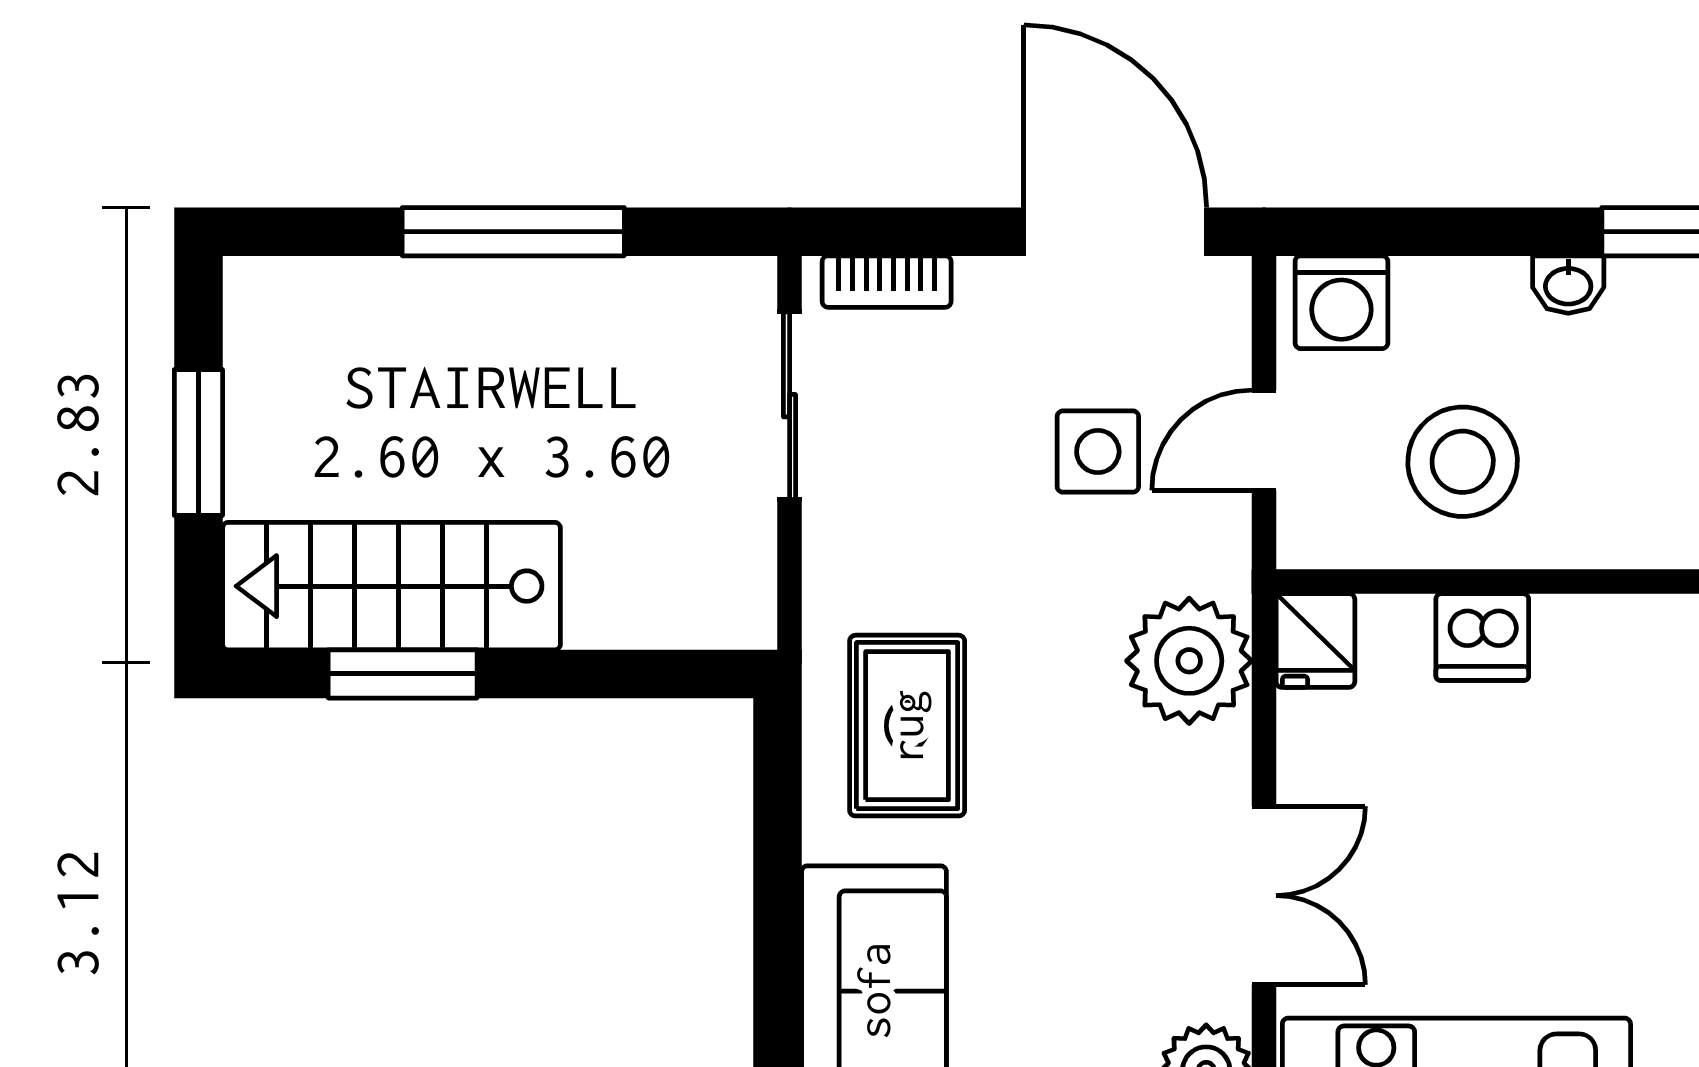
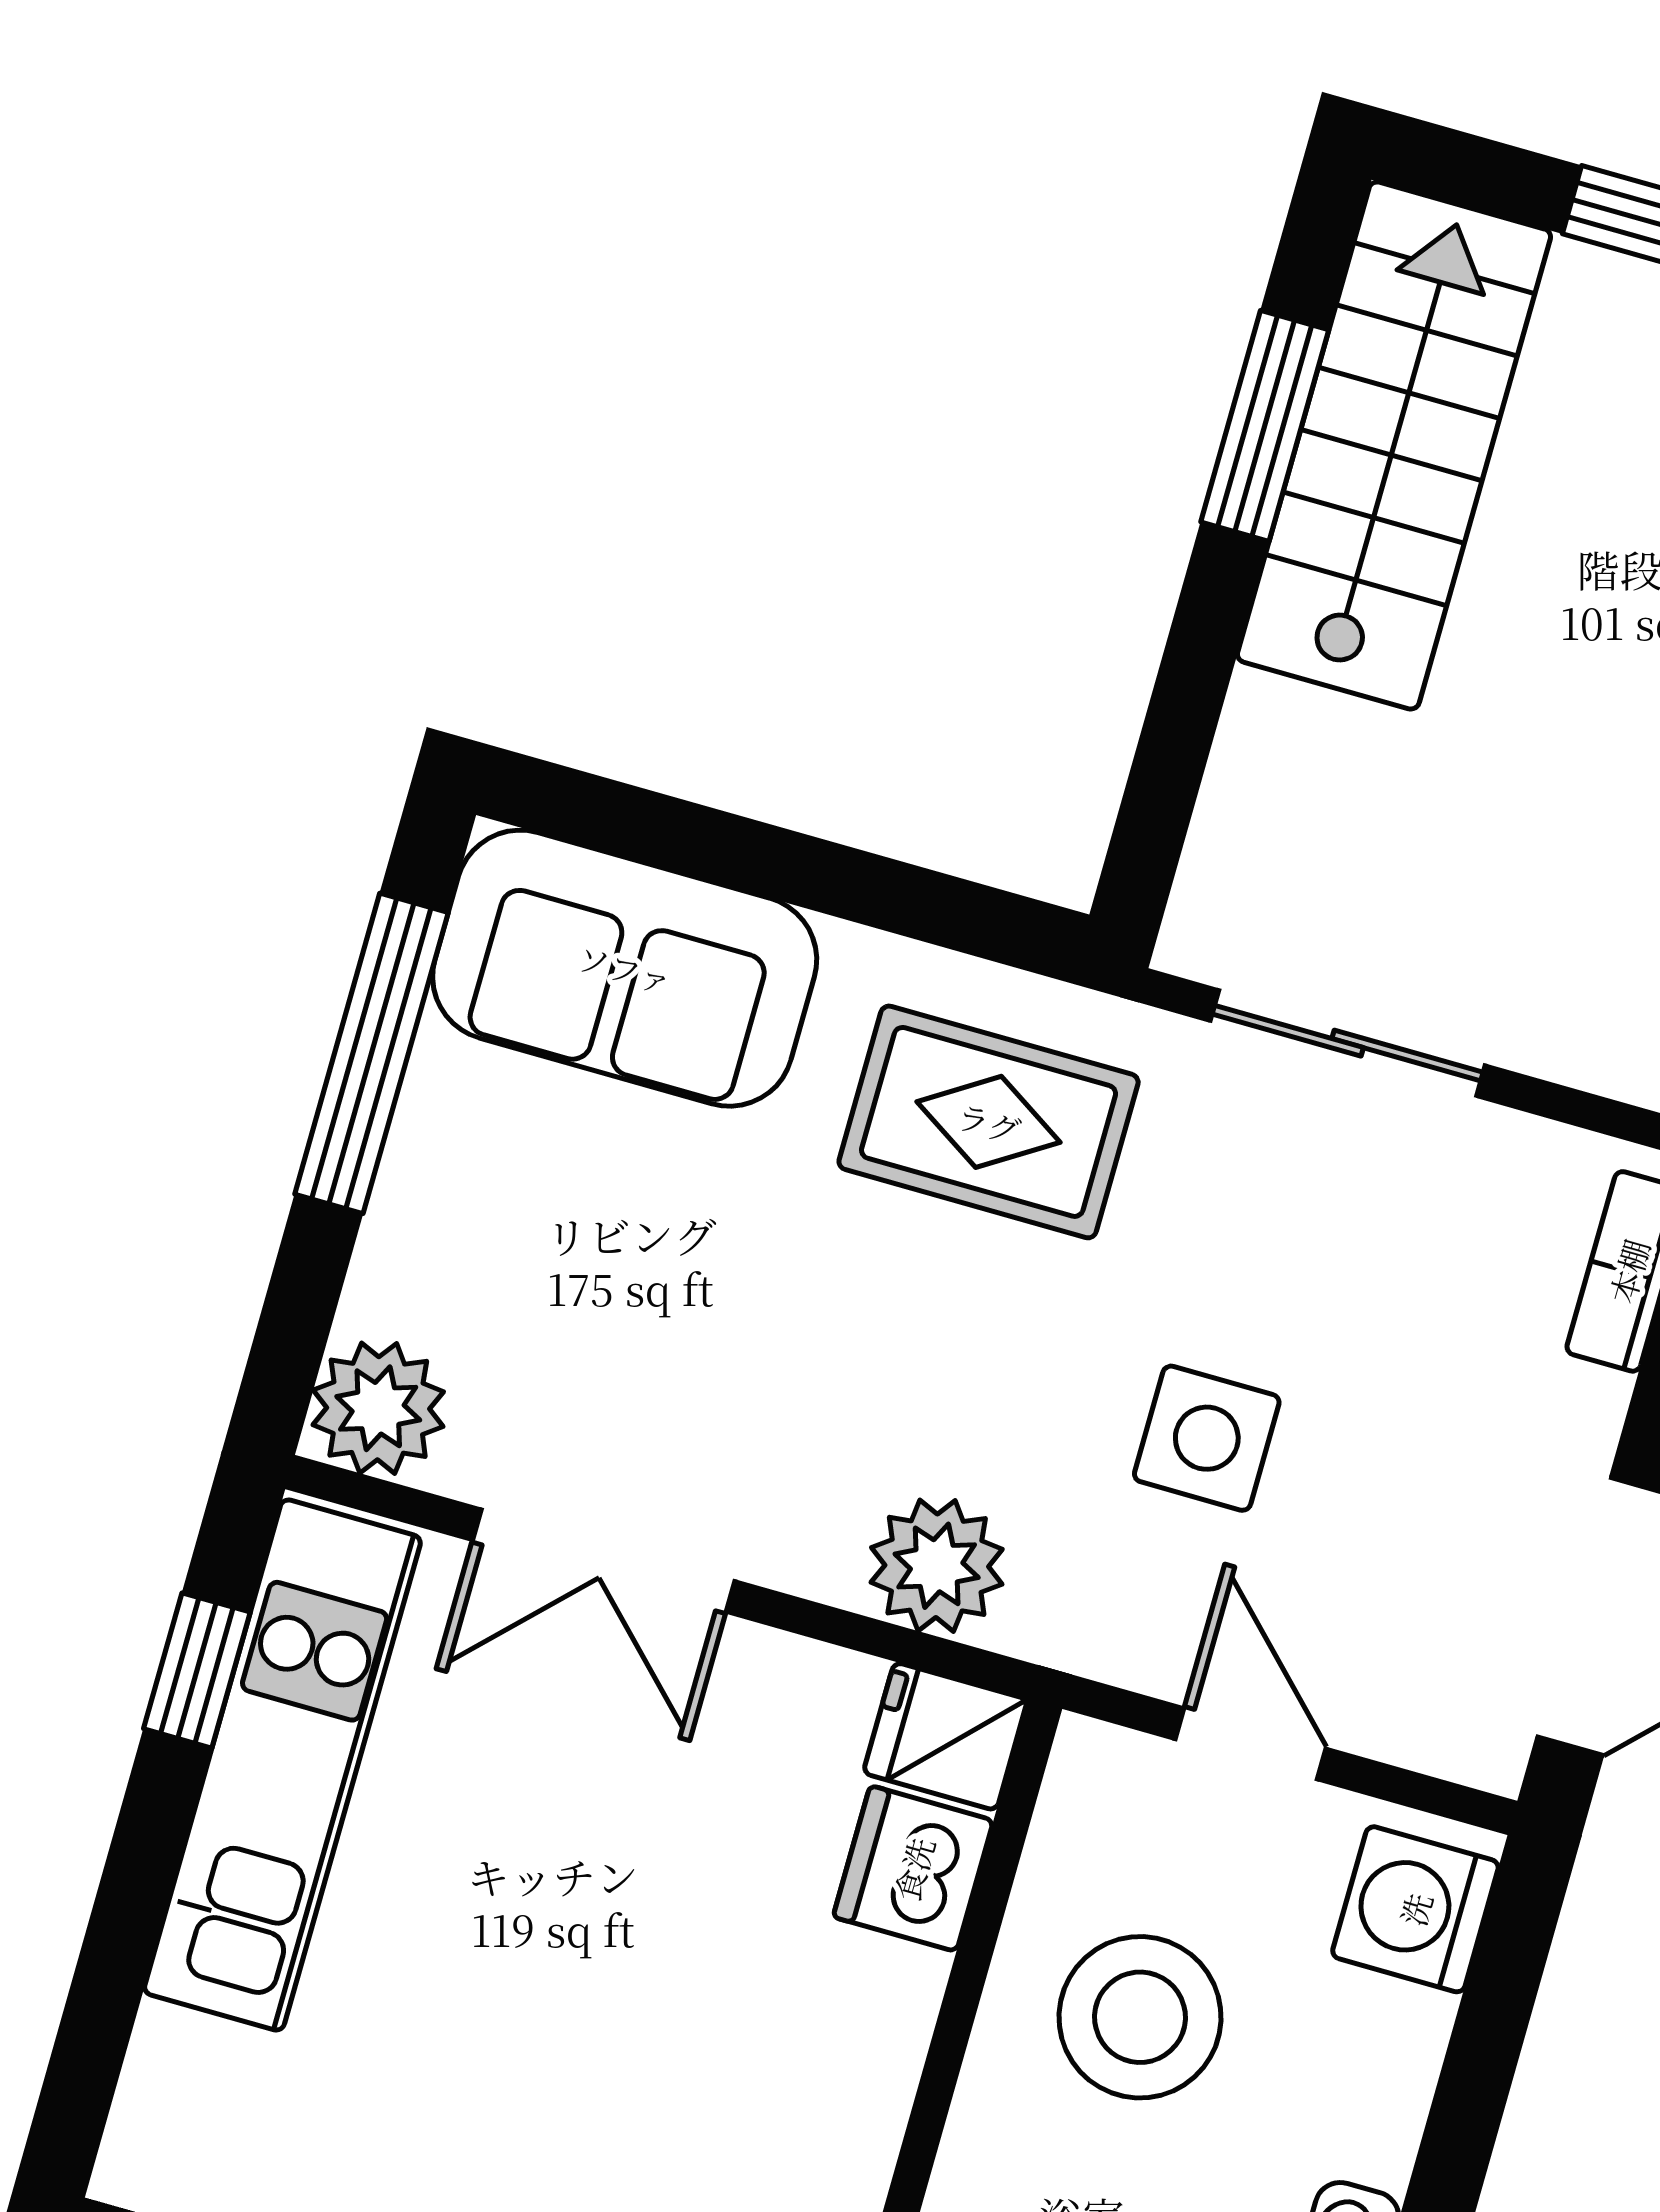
sliding door: (790, 406) -> (1348, 1043), moved
side table: (1098, 452) -> (1207, 1438), moved
dishwasher: (1482, 637) -> (913, 1869), moved
plant: (1189, 661) -> (937, 1566), width x0.73, depth x0.73

